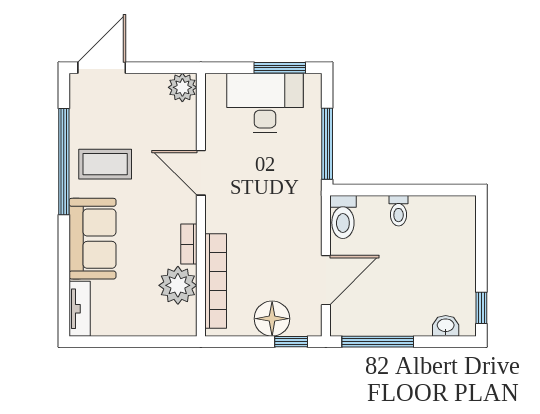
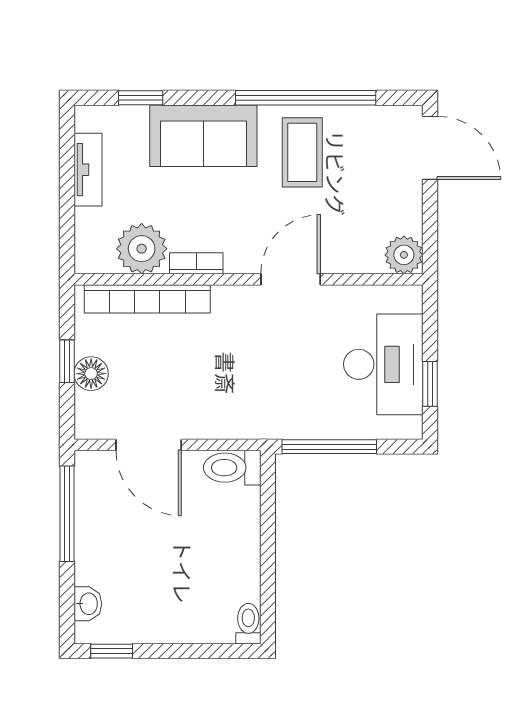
window: (280, 68) -> (430, 384), width x0.67
toilet: (399, 211) -> (248, 624), moved, turned 90
window: (64, 286) -> (141, 98), added
tv unit: (80, 309) -> (88, 170), moved, turned -90
floor lamp: (272, 319) -> (91, 374), width x0.73, depth x0.73
window: (291, 342) -> (67, 361), moved

